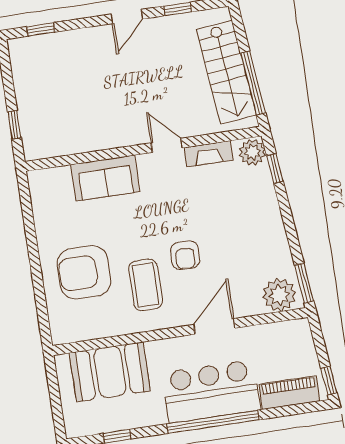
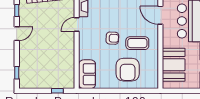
door: (127, 17) -> (17, 34), hinge flipped
sofa: (105, 178) -> (87, 74), moved
armchair: (185, 255) -> (112, 38), moved

